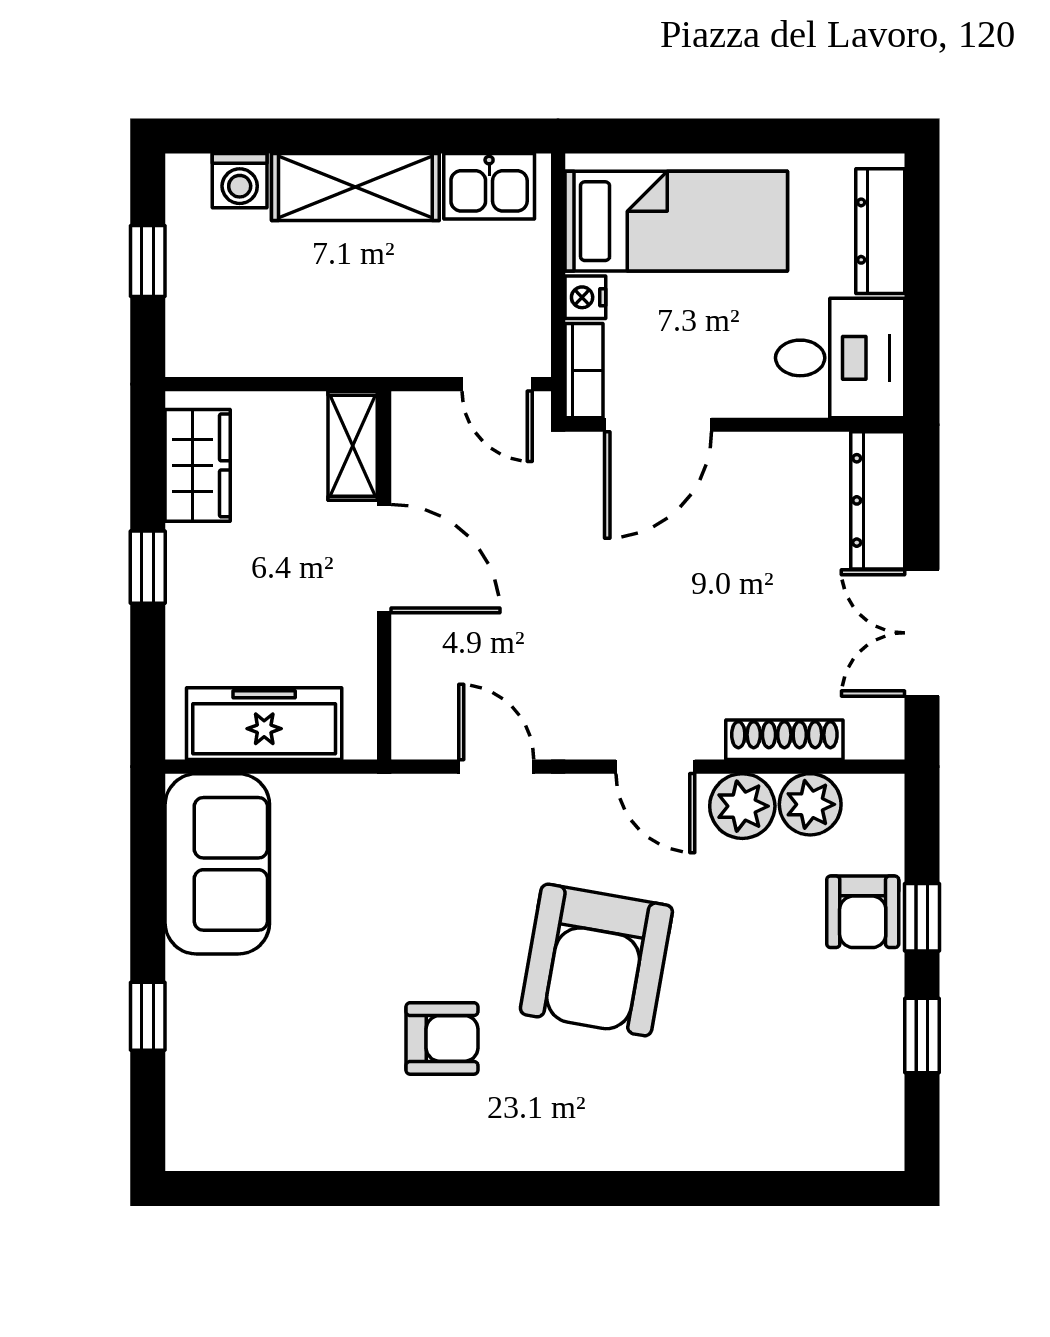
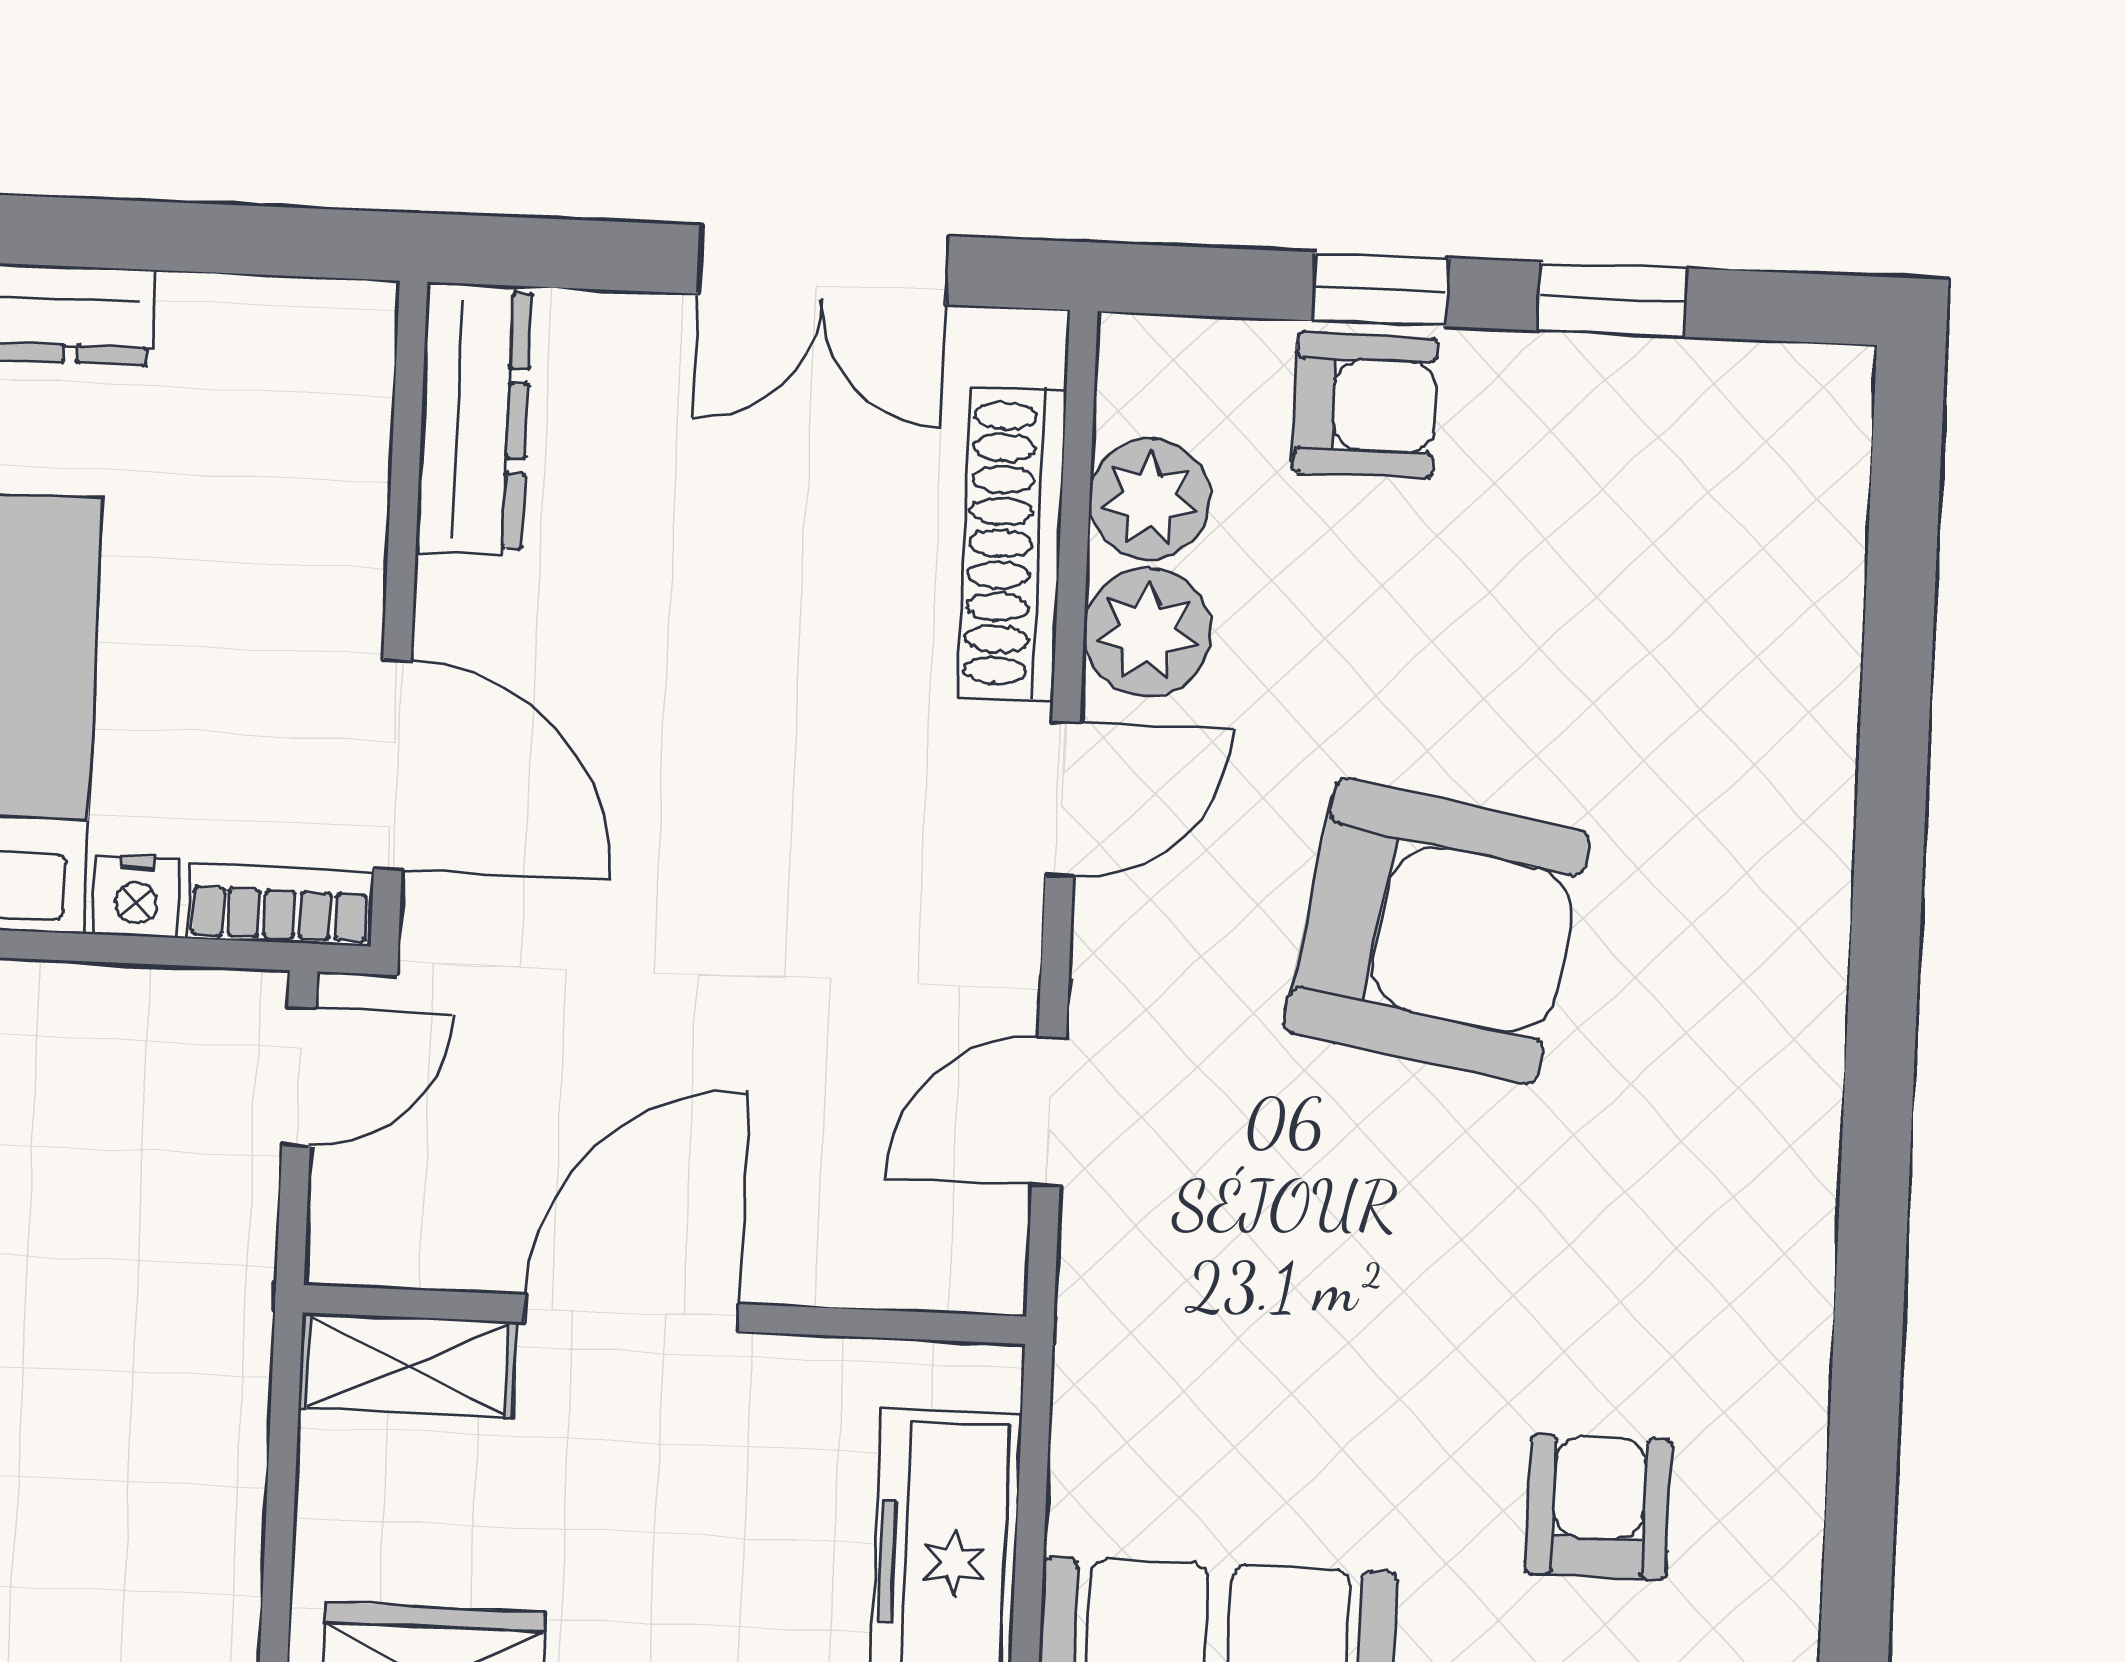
desk: (840, 358) -> (277, 402), removed
dresser: (878, 500) -> (474, 419), moved, turned -90
shoe rack: (784, 740) -> (1012, 544), width x1.36, depth x1.24
armchair: (442, 1038) -> (1599, 1507), moved

